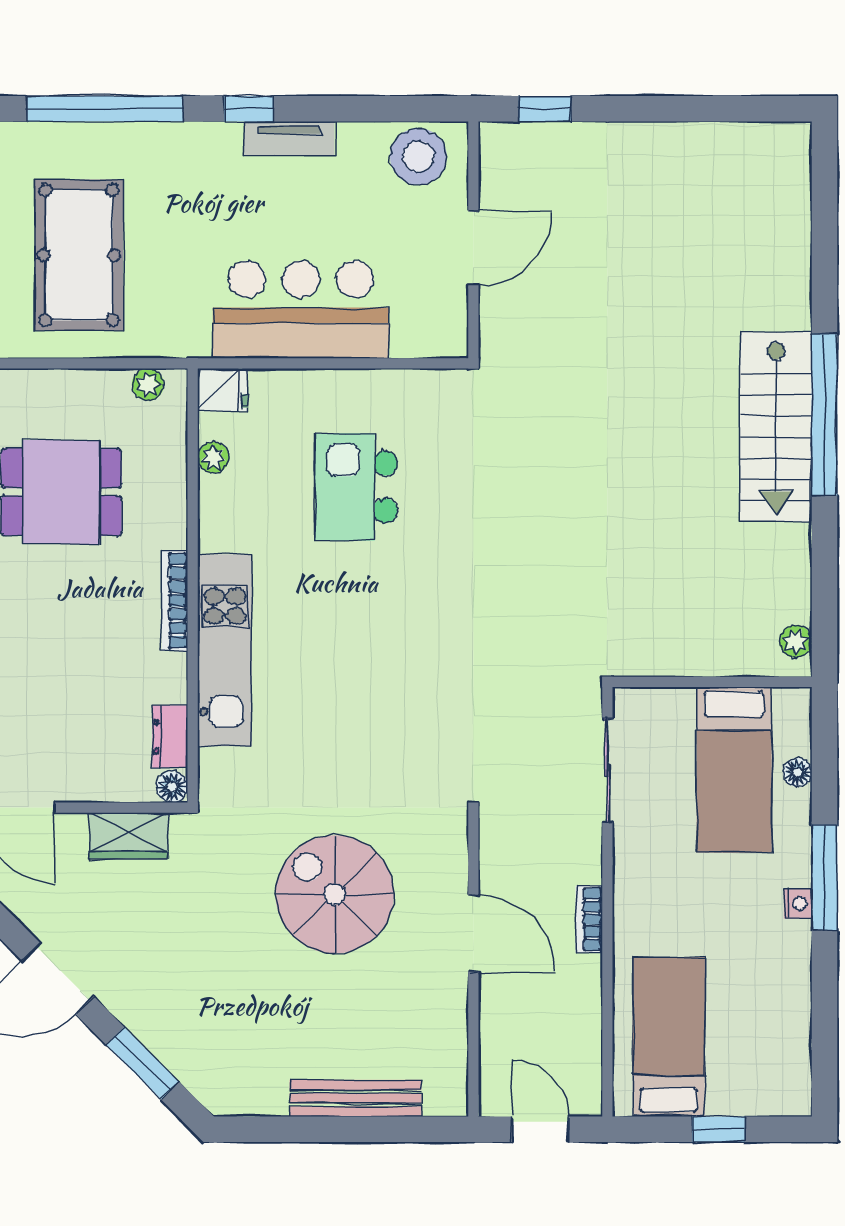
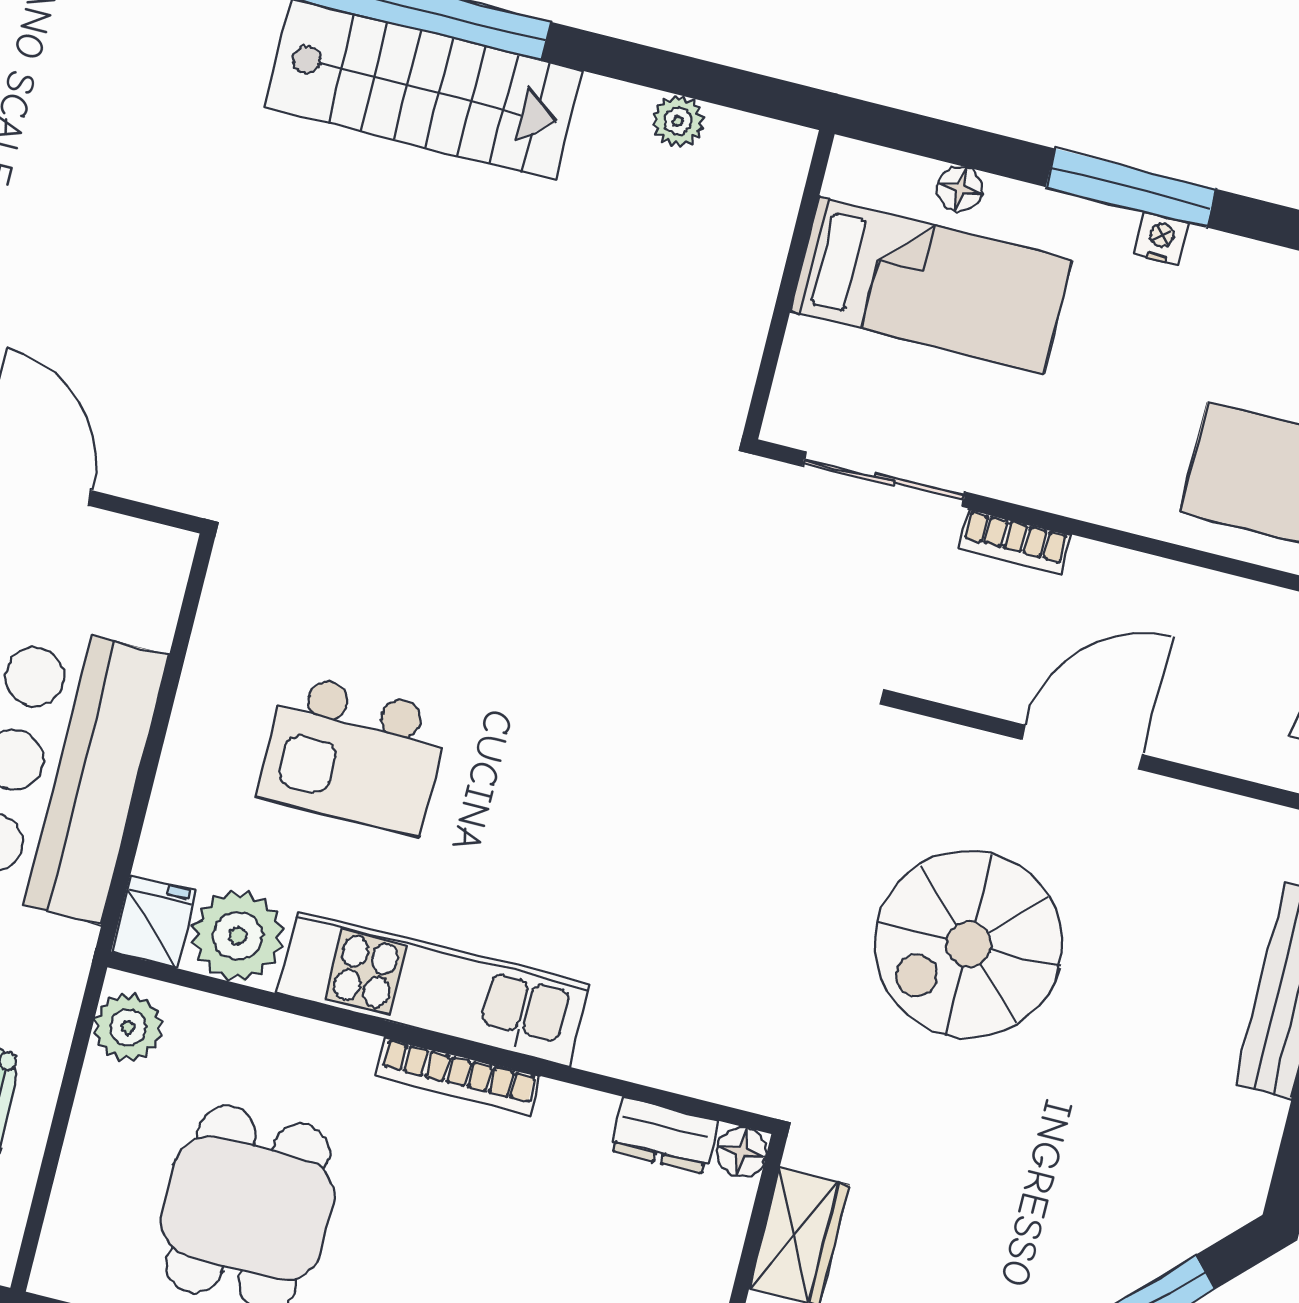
plant: (148, 385) -> (128, 1027), width x1.38, depth x1.38
plant: (213, 457) -> (238, 936), width x1.87, depth x1.87
plant: (796, 641) -> (678, 121), moved
kitchen unit: (225, 650) -> (433, 989), moved
bookcase: (589, 919) -> (1014, 542), moved

